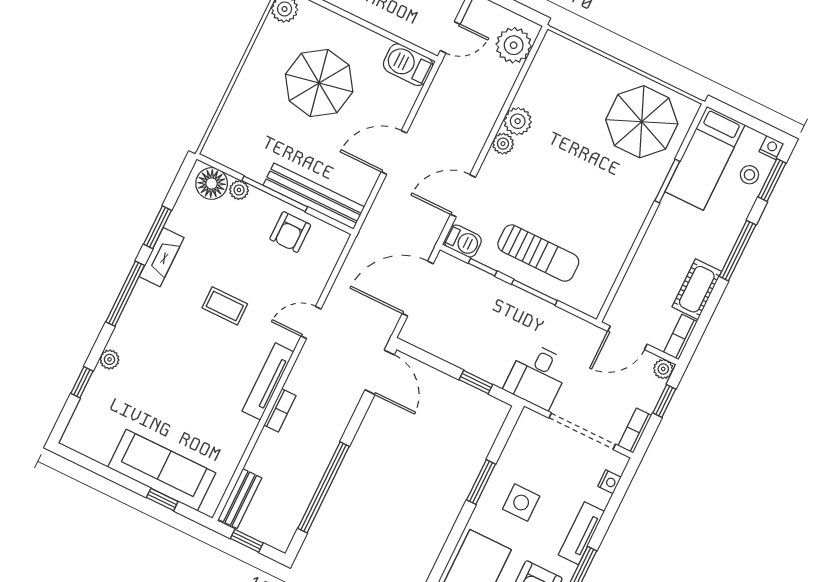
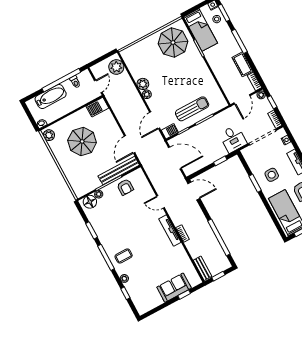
door: (394, 152) -> (130, 144), moved
fireplace: (162, 257) -> (103, 236), removed
door: (418, 289) -> (175, 158), swing flipped
coffee table: (225, 306) -> (124, 256), moved
door: (311, 322) -> (161, 202), hinge flipped
sofa: (162, 470) -> (174, 288), width x0.73

